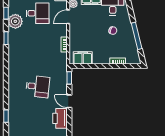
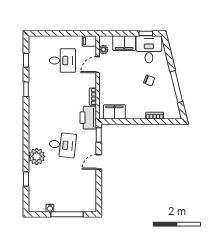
plant: (15, 21) -> (37, 156), moved
door: (69, 101) -> (99, 162), hinge flipped
printer: (60, 118) -> (88, 118), moved

